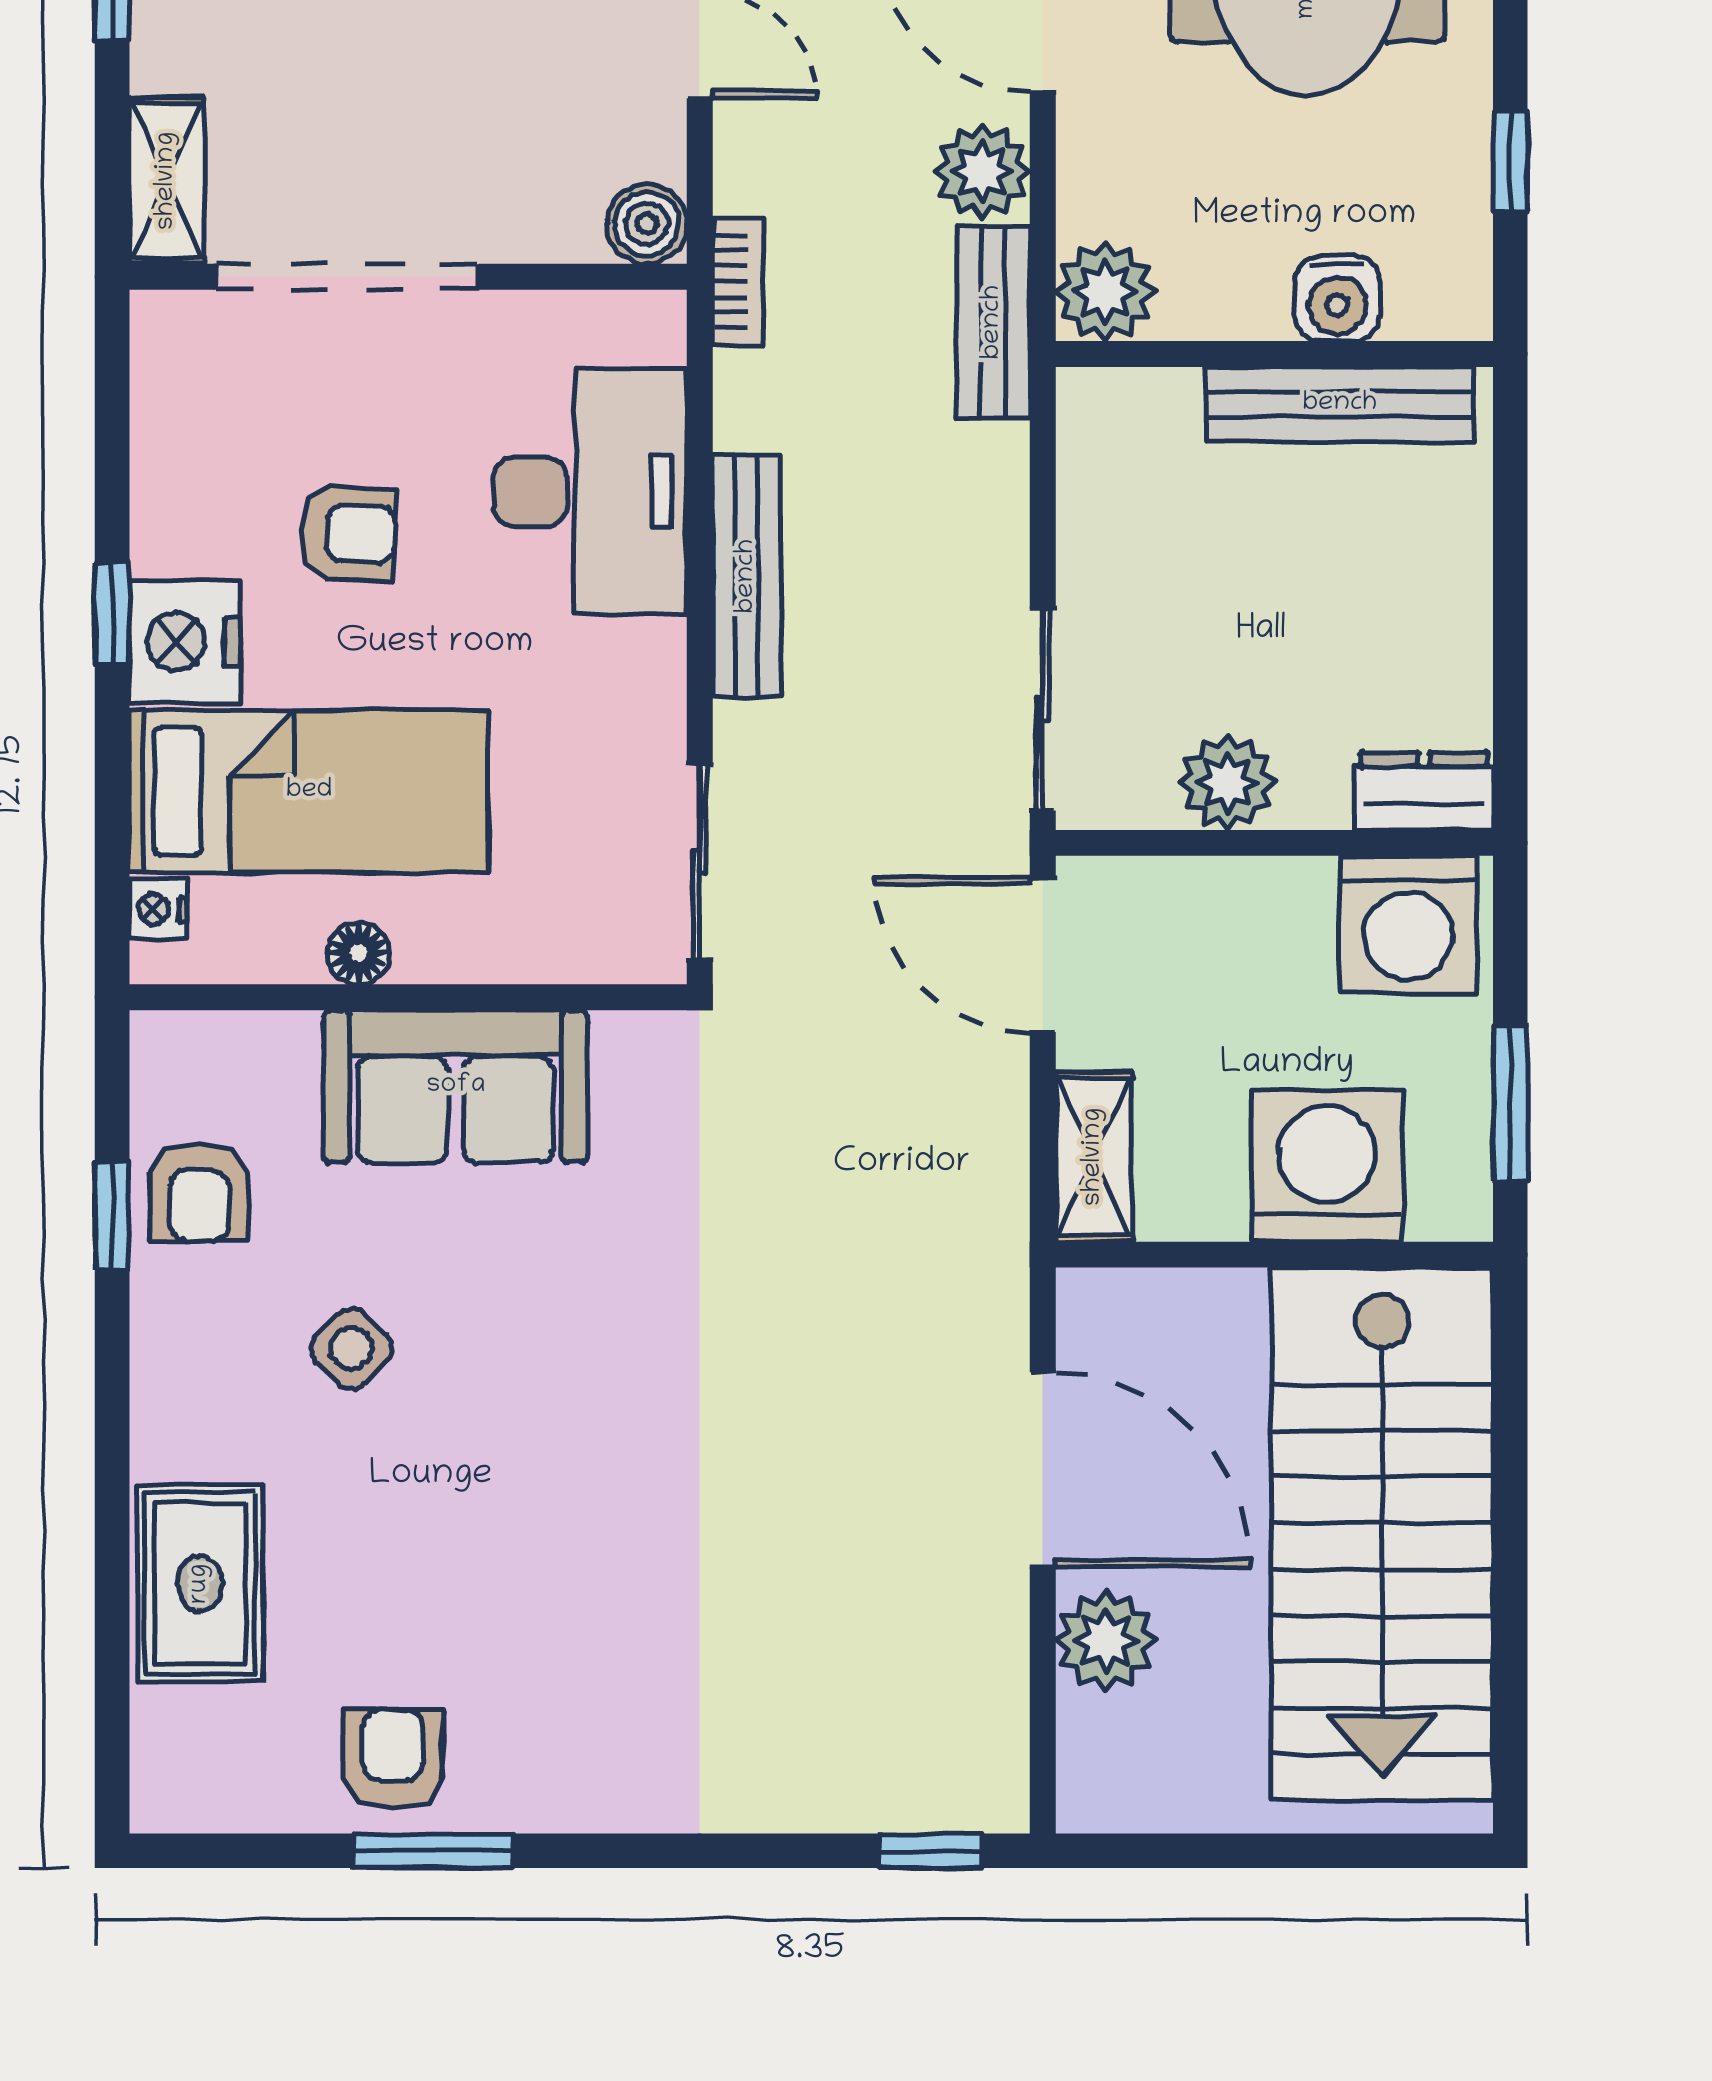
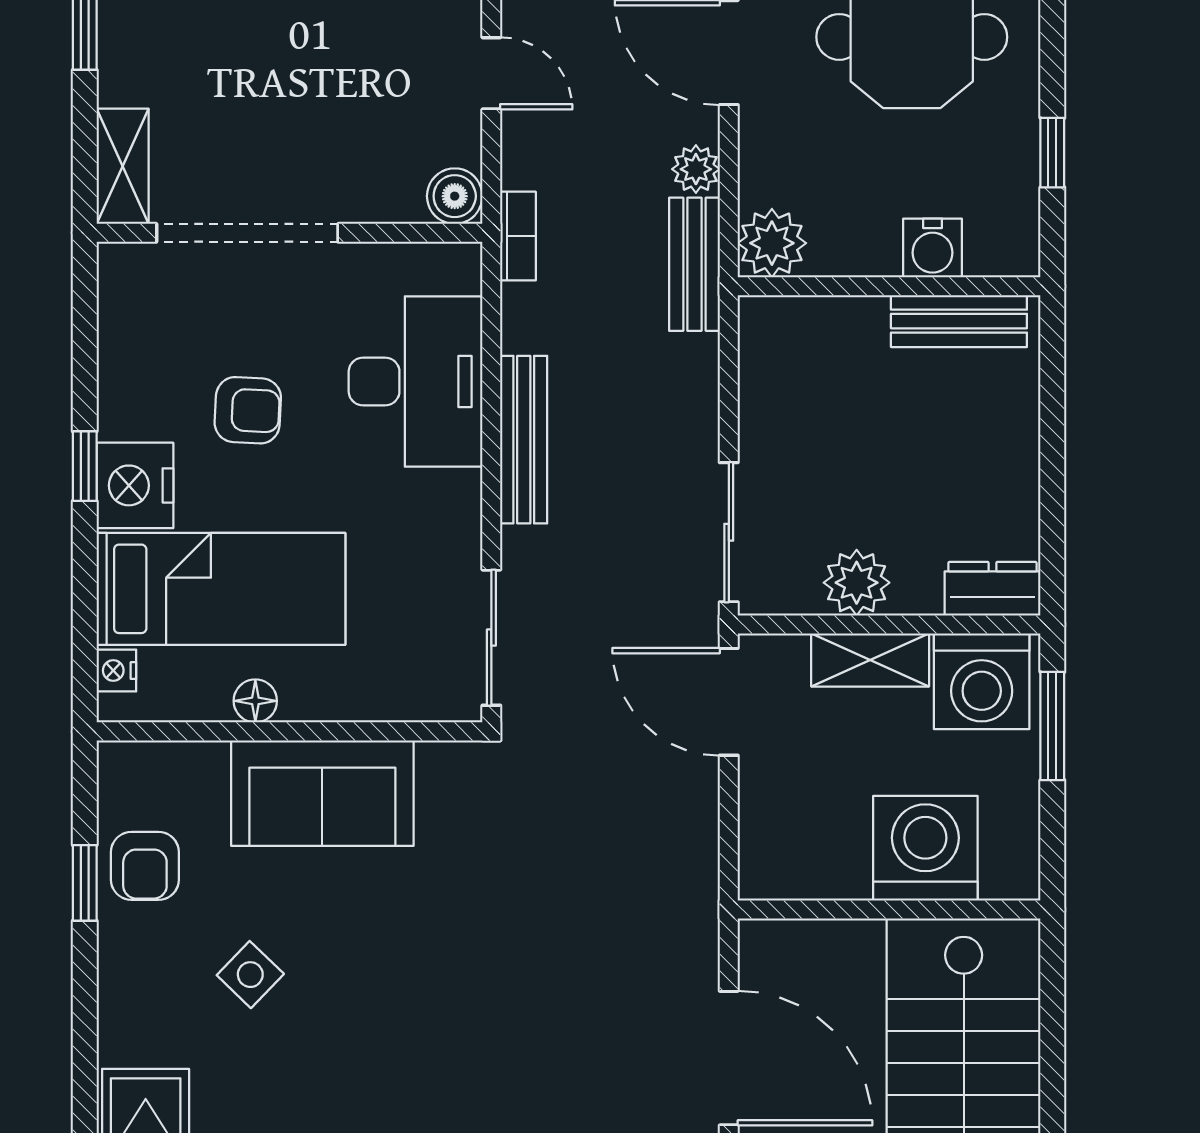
plant: (982, 172) -> (696, 169), width x0.73, depth x0.73
bench: (1340, 404) -> (959, 321), width x0.73
window: (1510, 1103) -> (1052, 726), moved
shelving: (1094, 1157) -> (870, 660), moved, turned 90

